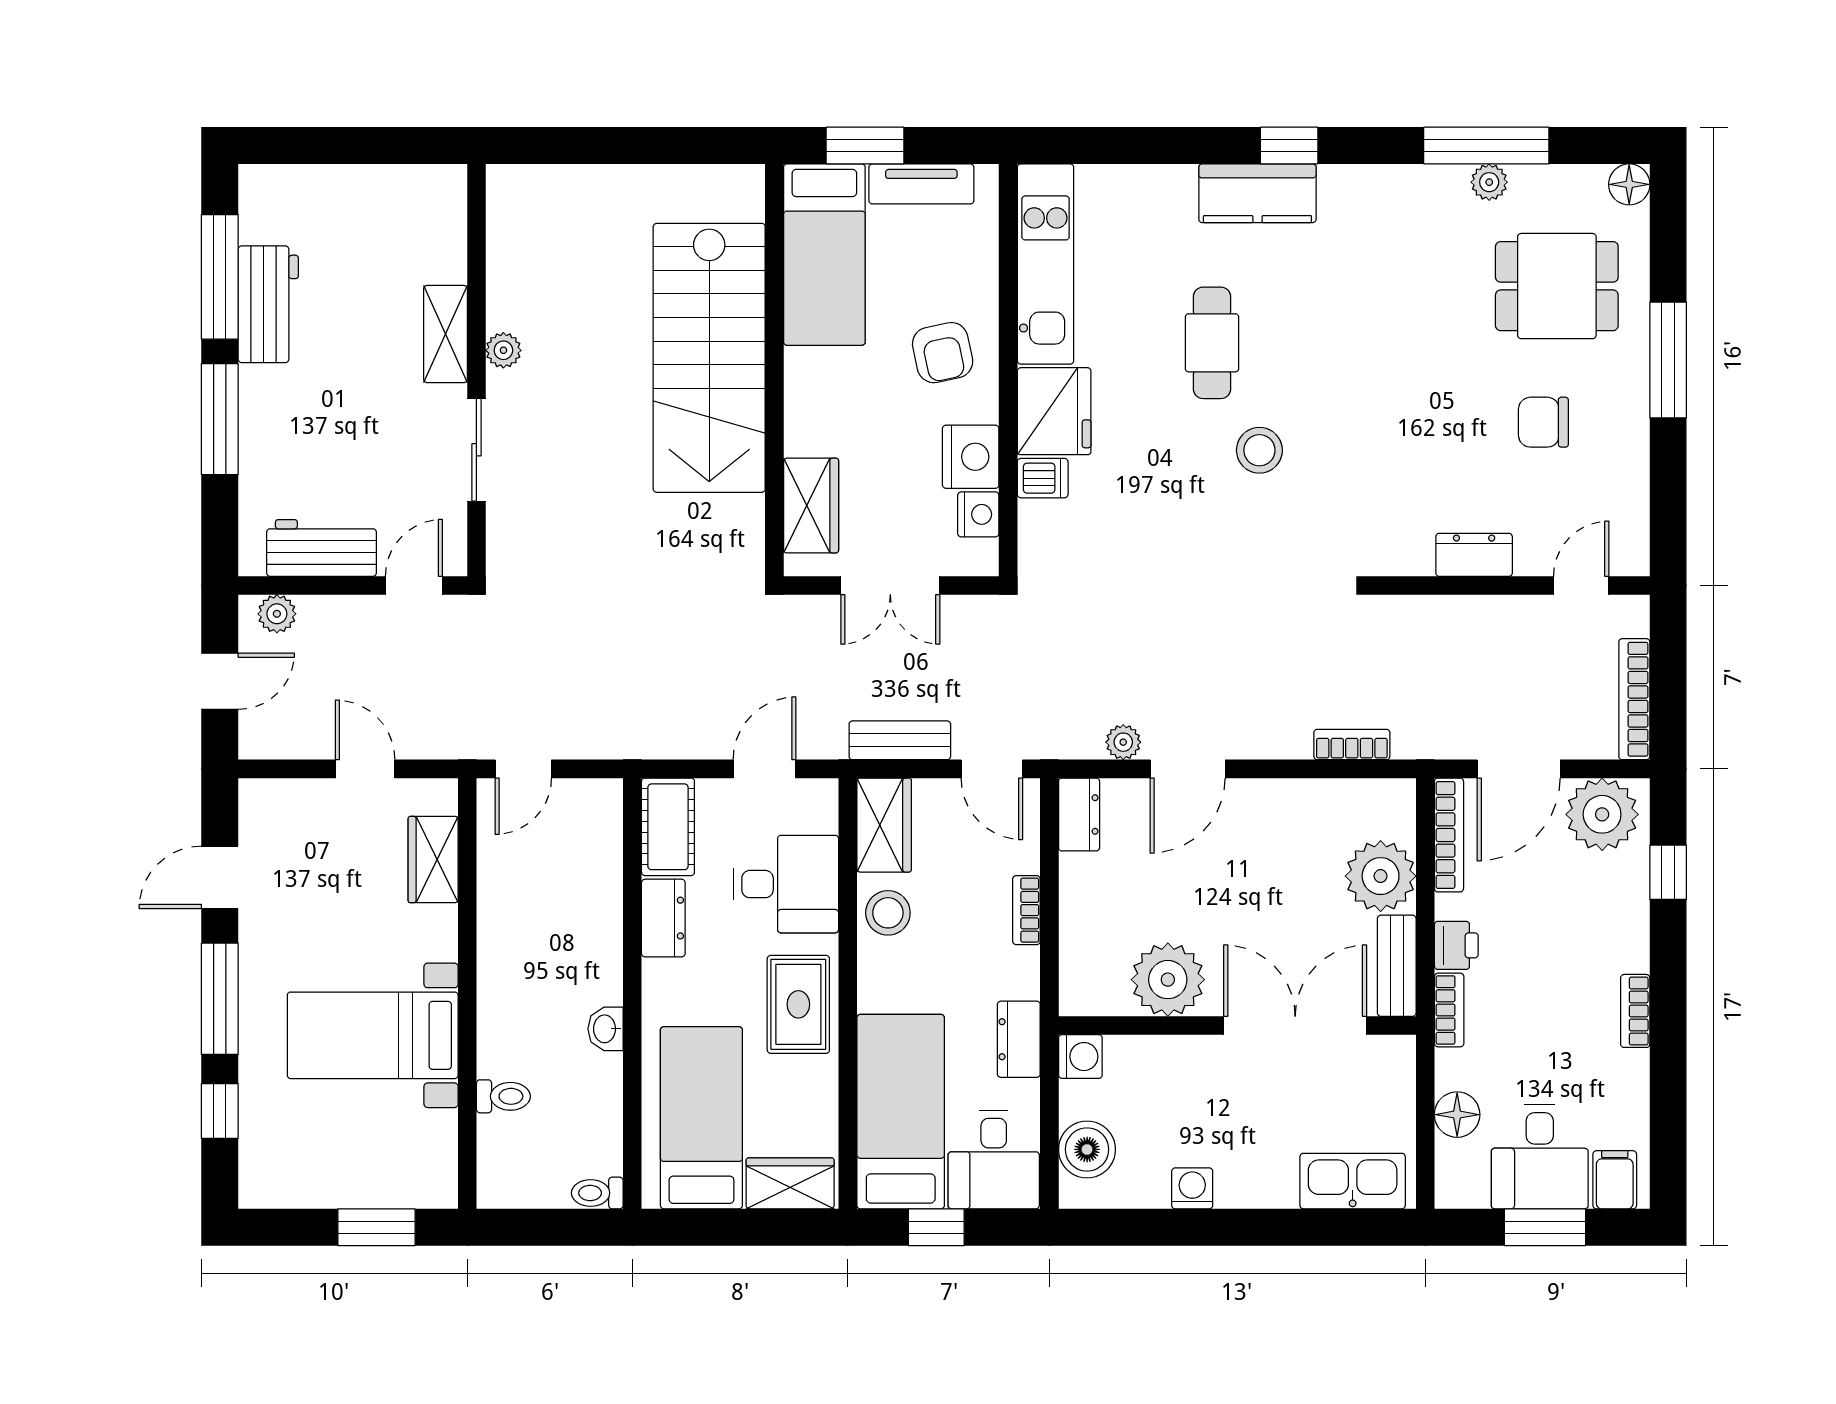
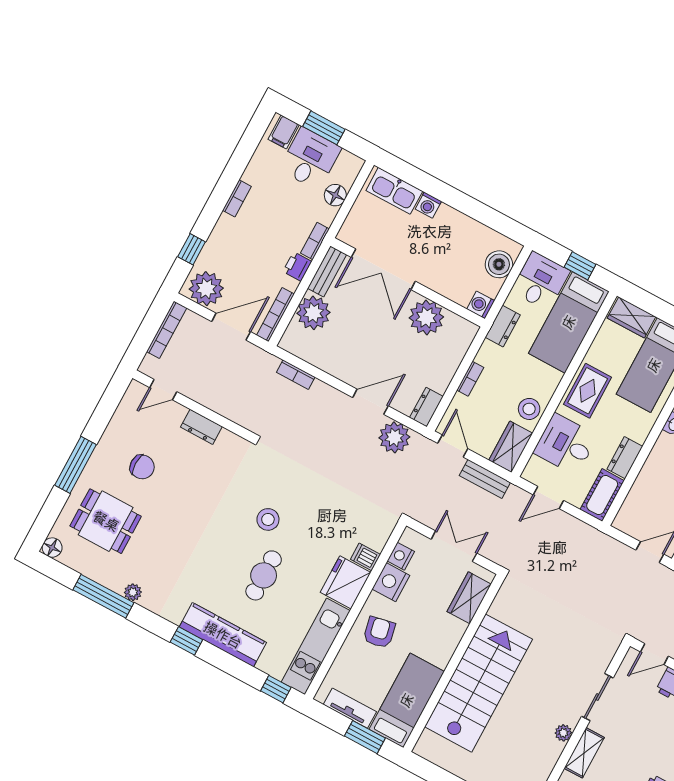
window: (1076, 146) -> (276, 689), added
plant: (1489, 182) -> (133, 592), moved
kitchen counter: (1257, 193) -> (223, 635), width x1.50
plant: (1123, 742) -> (394, 437), width x1.88, depth x1.88
washing machine: (1192, 1188) -> (428, 205), moved

